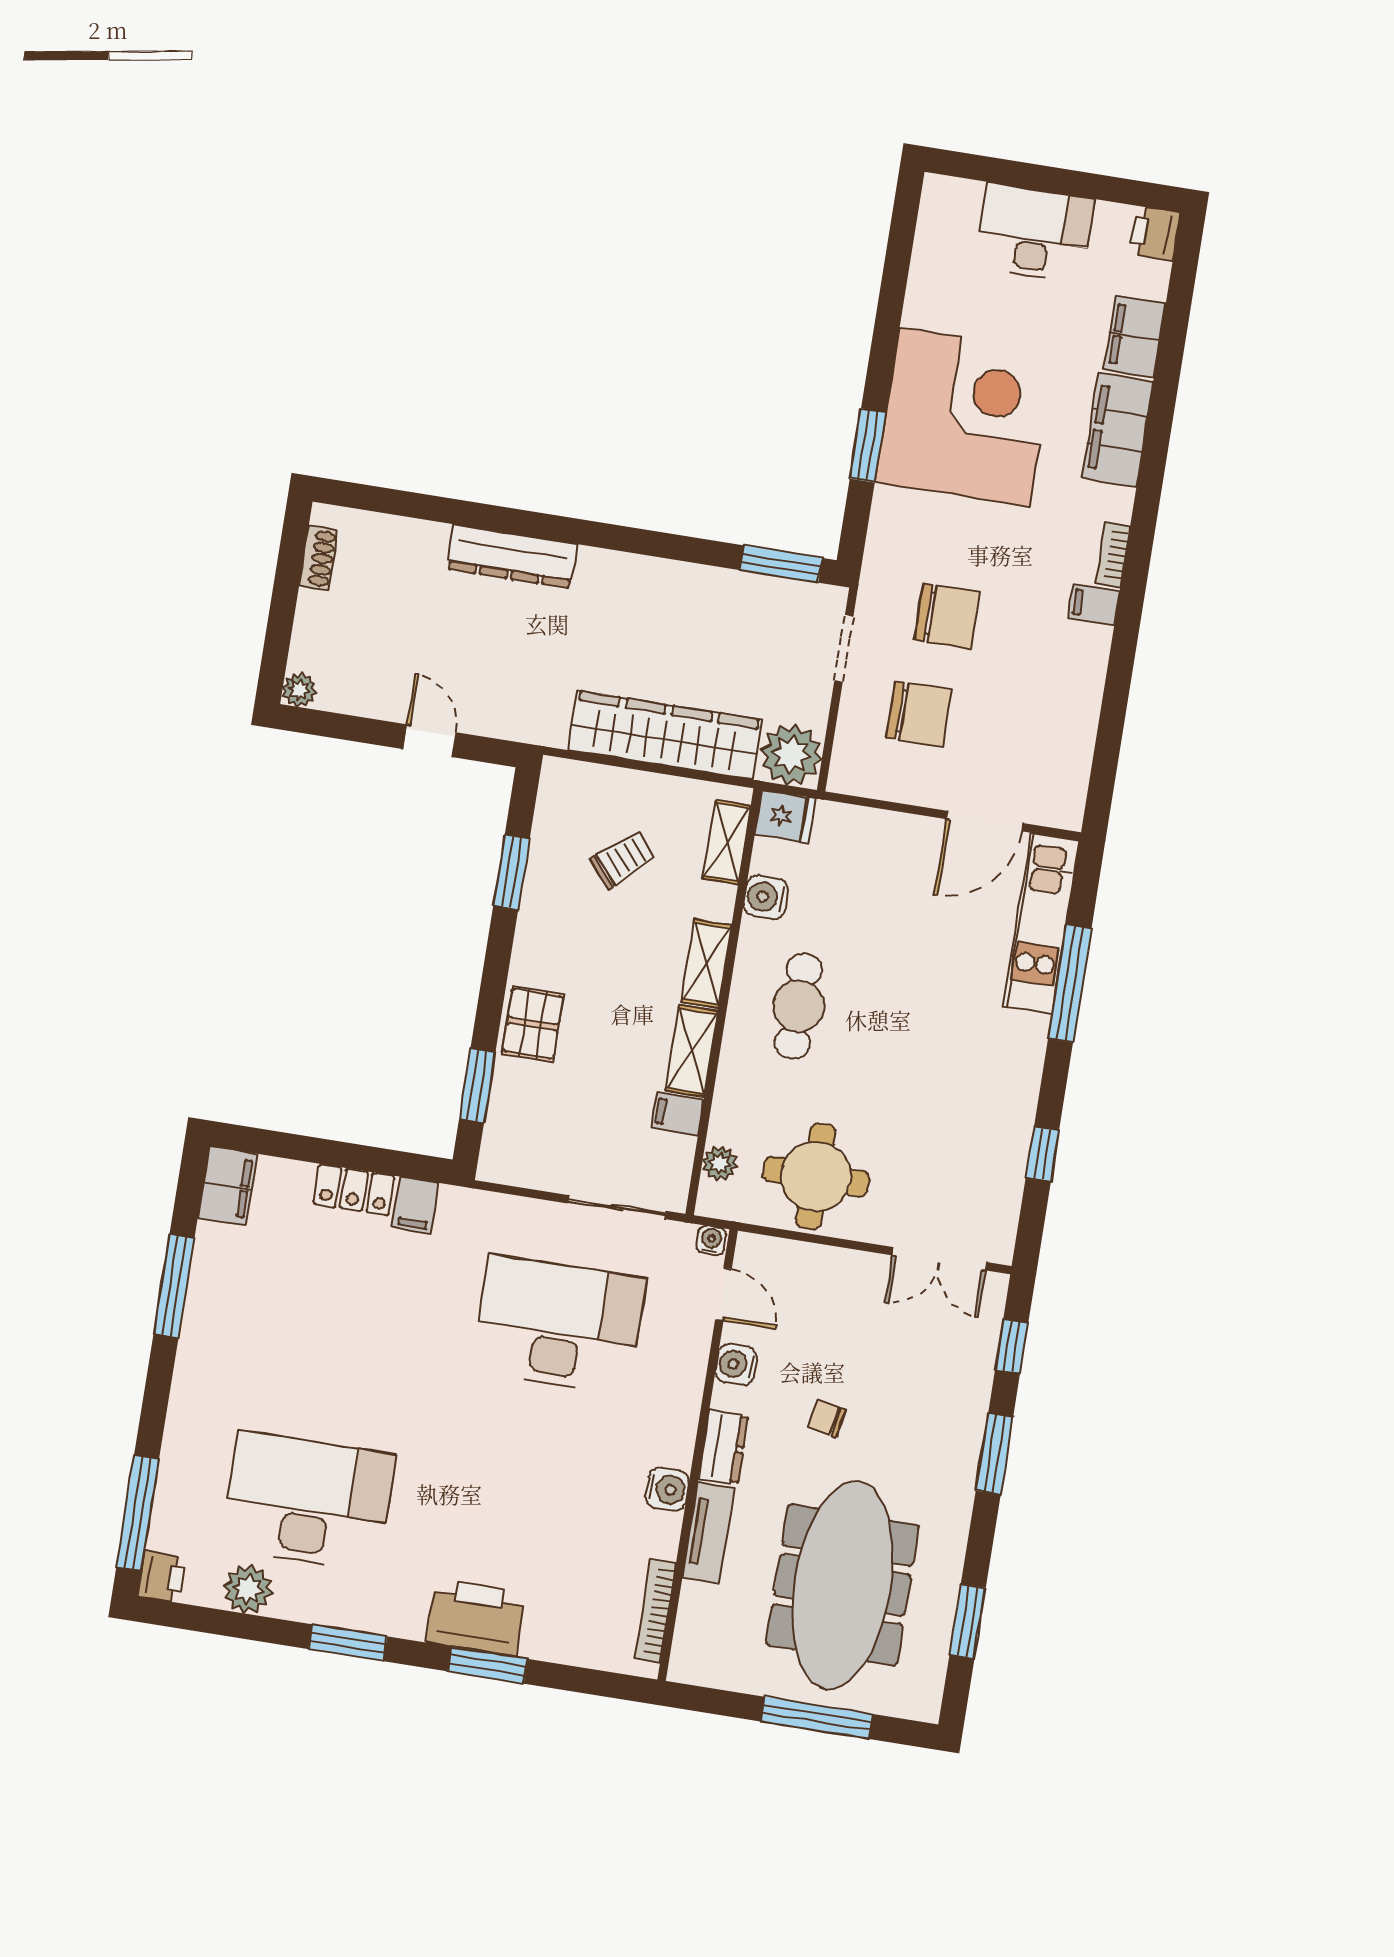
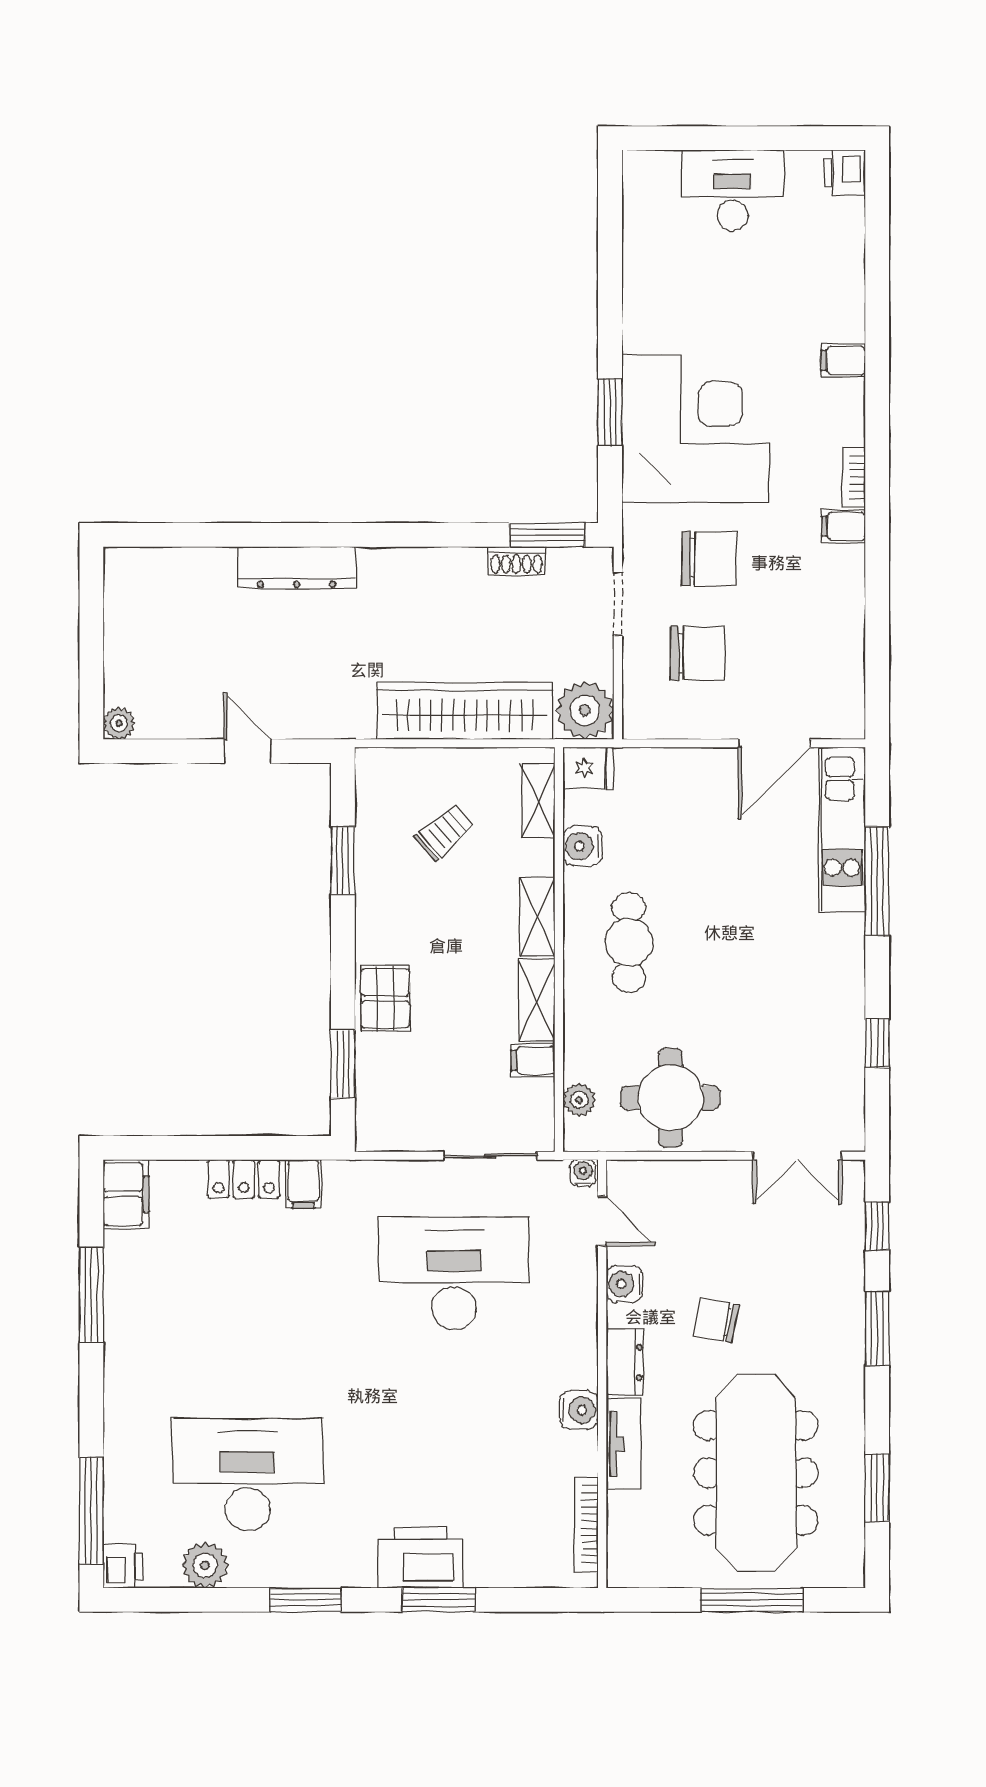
filing cabinet: (1135, 337) -> (842, 271), removed
corner desk: (964, 417) -> (695, 429), moved
filing cabinet: (1118, 430) -> (843, 360), width x0.33, depth x0.86
shoe rack: (318, 558) -> (516, 561), moved, turned 90
chair: (827, 1418) -> (716, 1320), width x1.37, depth x1.37

